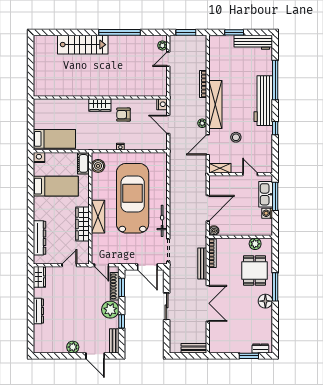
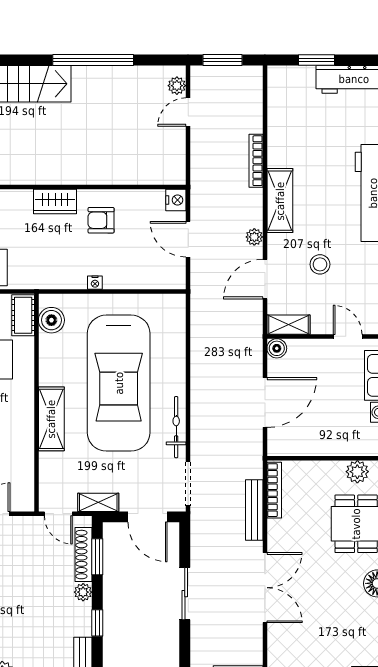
shelving: (215, 105) -> (280, 201), width x0.68
car: (133, 198) -> (119, 383), turned 180
wardrobe: (83, 224) -> (21, 433), removed
boiler: (214, 231) -> (277, 348), moved
shelving: (122, 259) -> (98, 502), added
plant: (110, 310) -> (83, 592), width x0.53, depth x0.53

